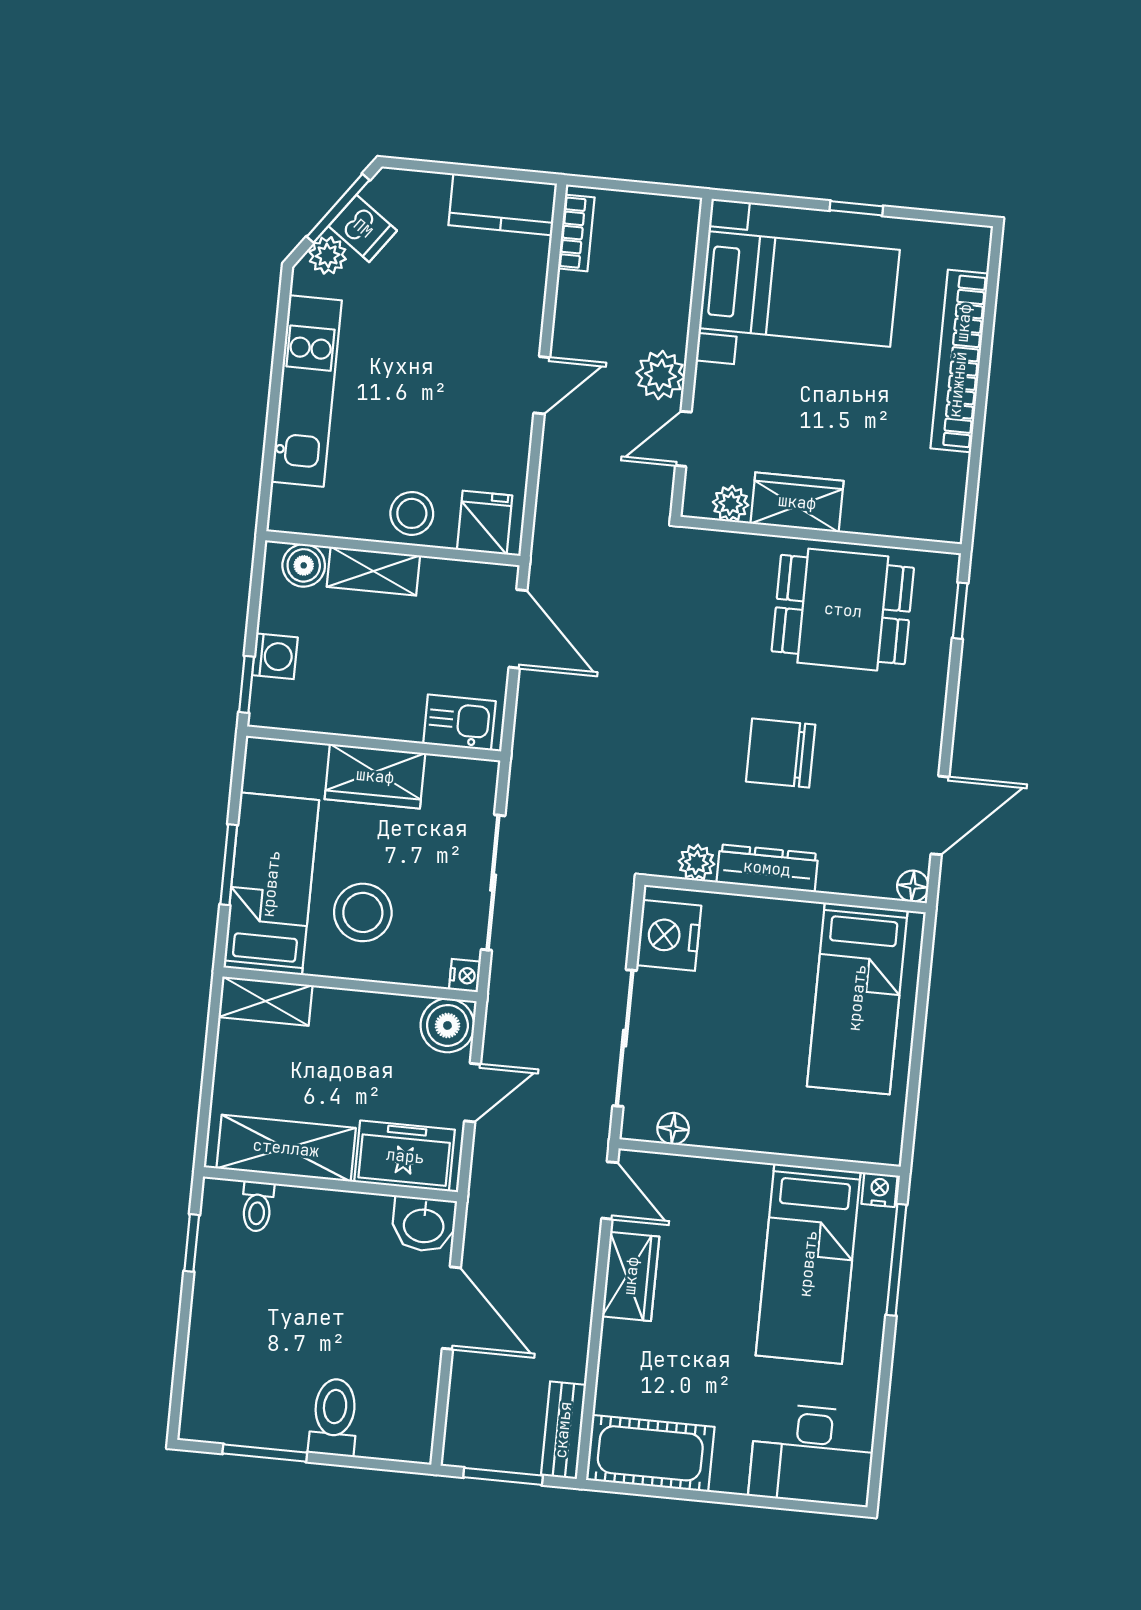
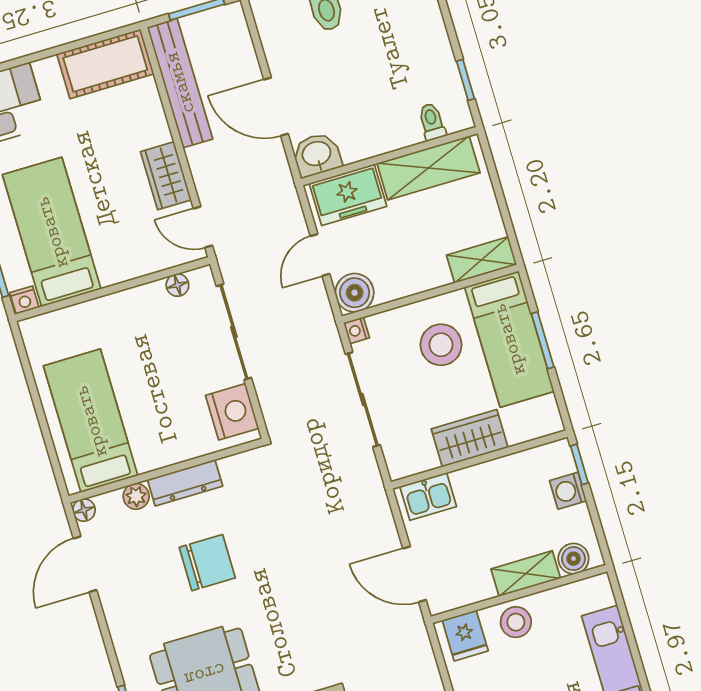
plant: (696, 863) -> (136, 496), moved
bench: (563, 1430) -> (180, 83), width x1.86, depth x1.21

